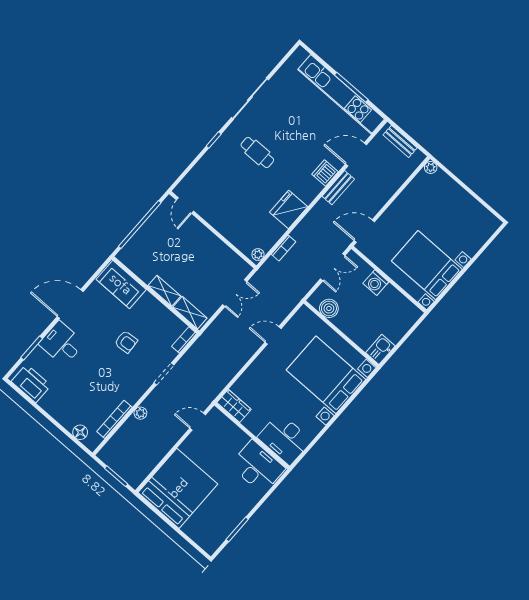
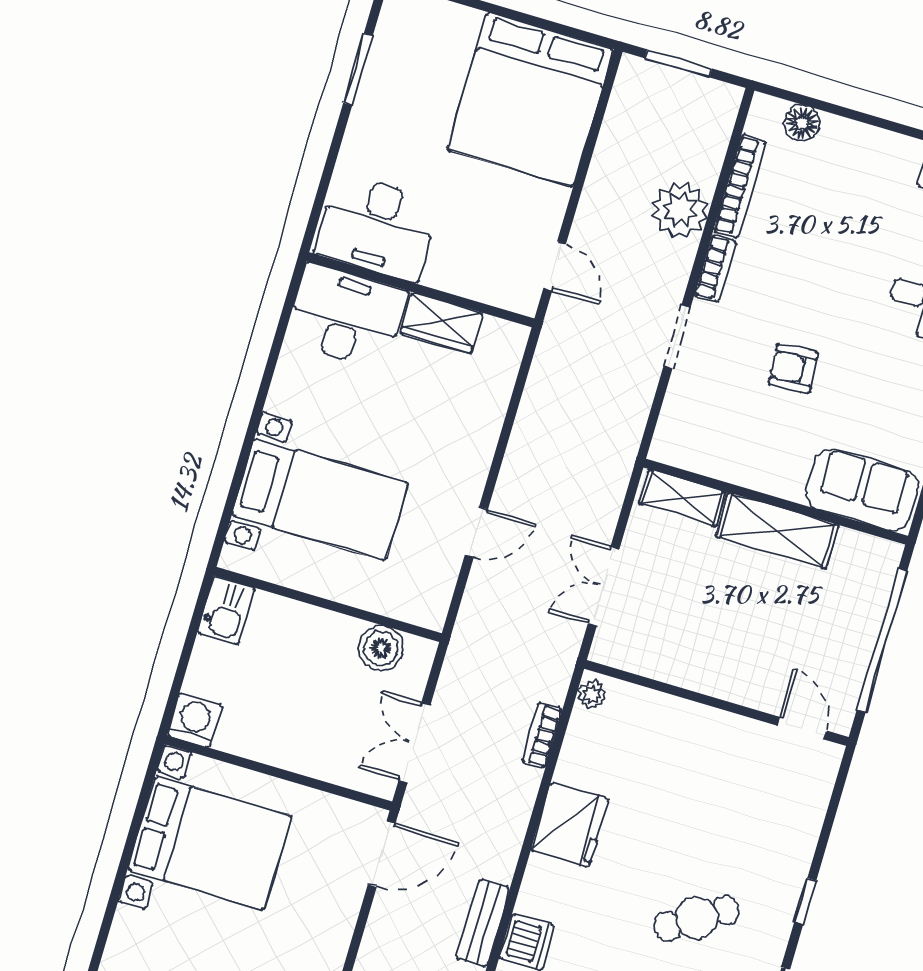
cafe table: (257, 152) -> (697, 918), turned -32
washing machine: (376, 283) -> (195, 720), moved
shelving: (164, 291) -> (777, 531), width x1.50, depth x1.33
bookcase: (184, 340) -> (715, 268), moved
bed with nightstands: (326, 375) -> (320, 499), width x0.73
wardrobe: (234, 406) -> (441, 323), moved
plant: (140, 413) -> (680, 210), width x1.87, depth x1.87
door: (198, 422) -> (555, 266), hinge flipped

